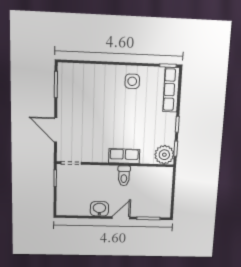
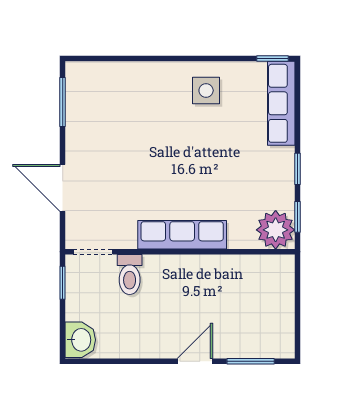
row of seats: (124, 156) -> (182, 235), width x1.48
toilet: (124, 176) -> (130, 274), moved
washbasin: (99, 209) -> (80, 340), moved, turned 90

